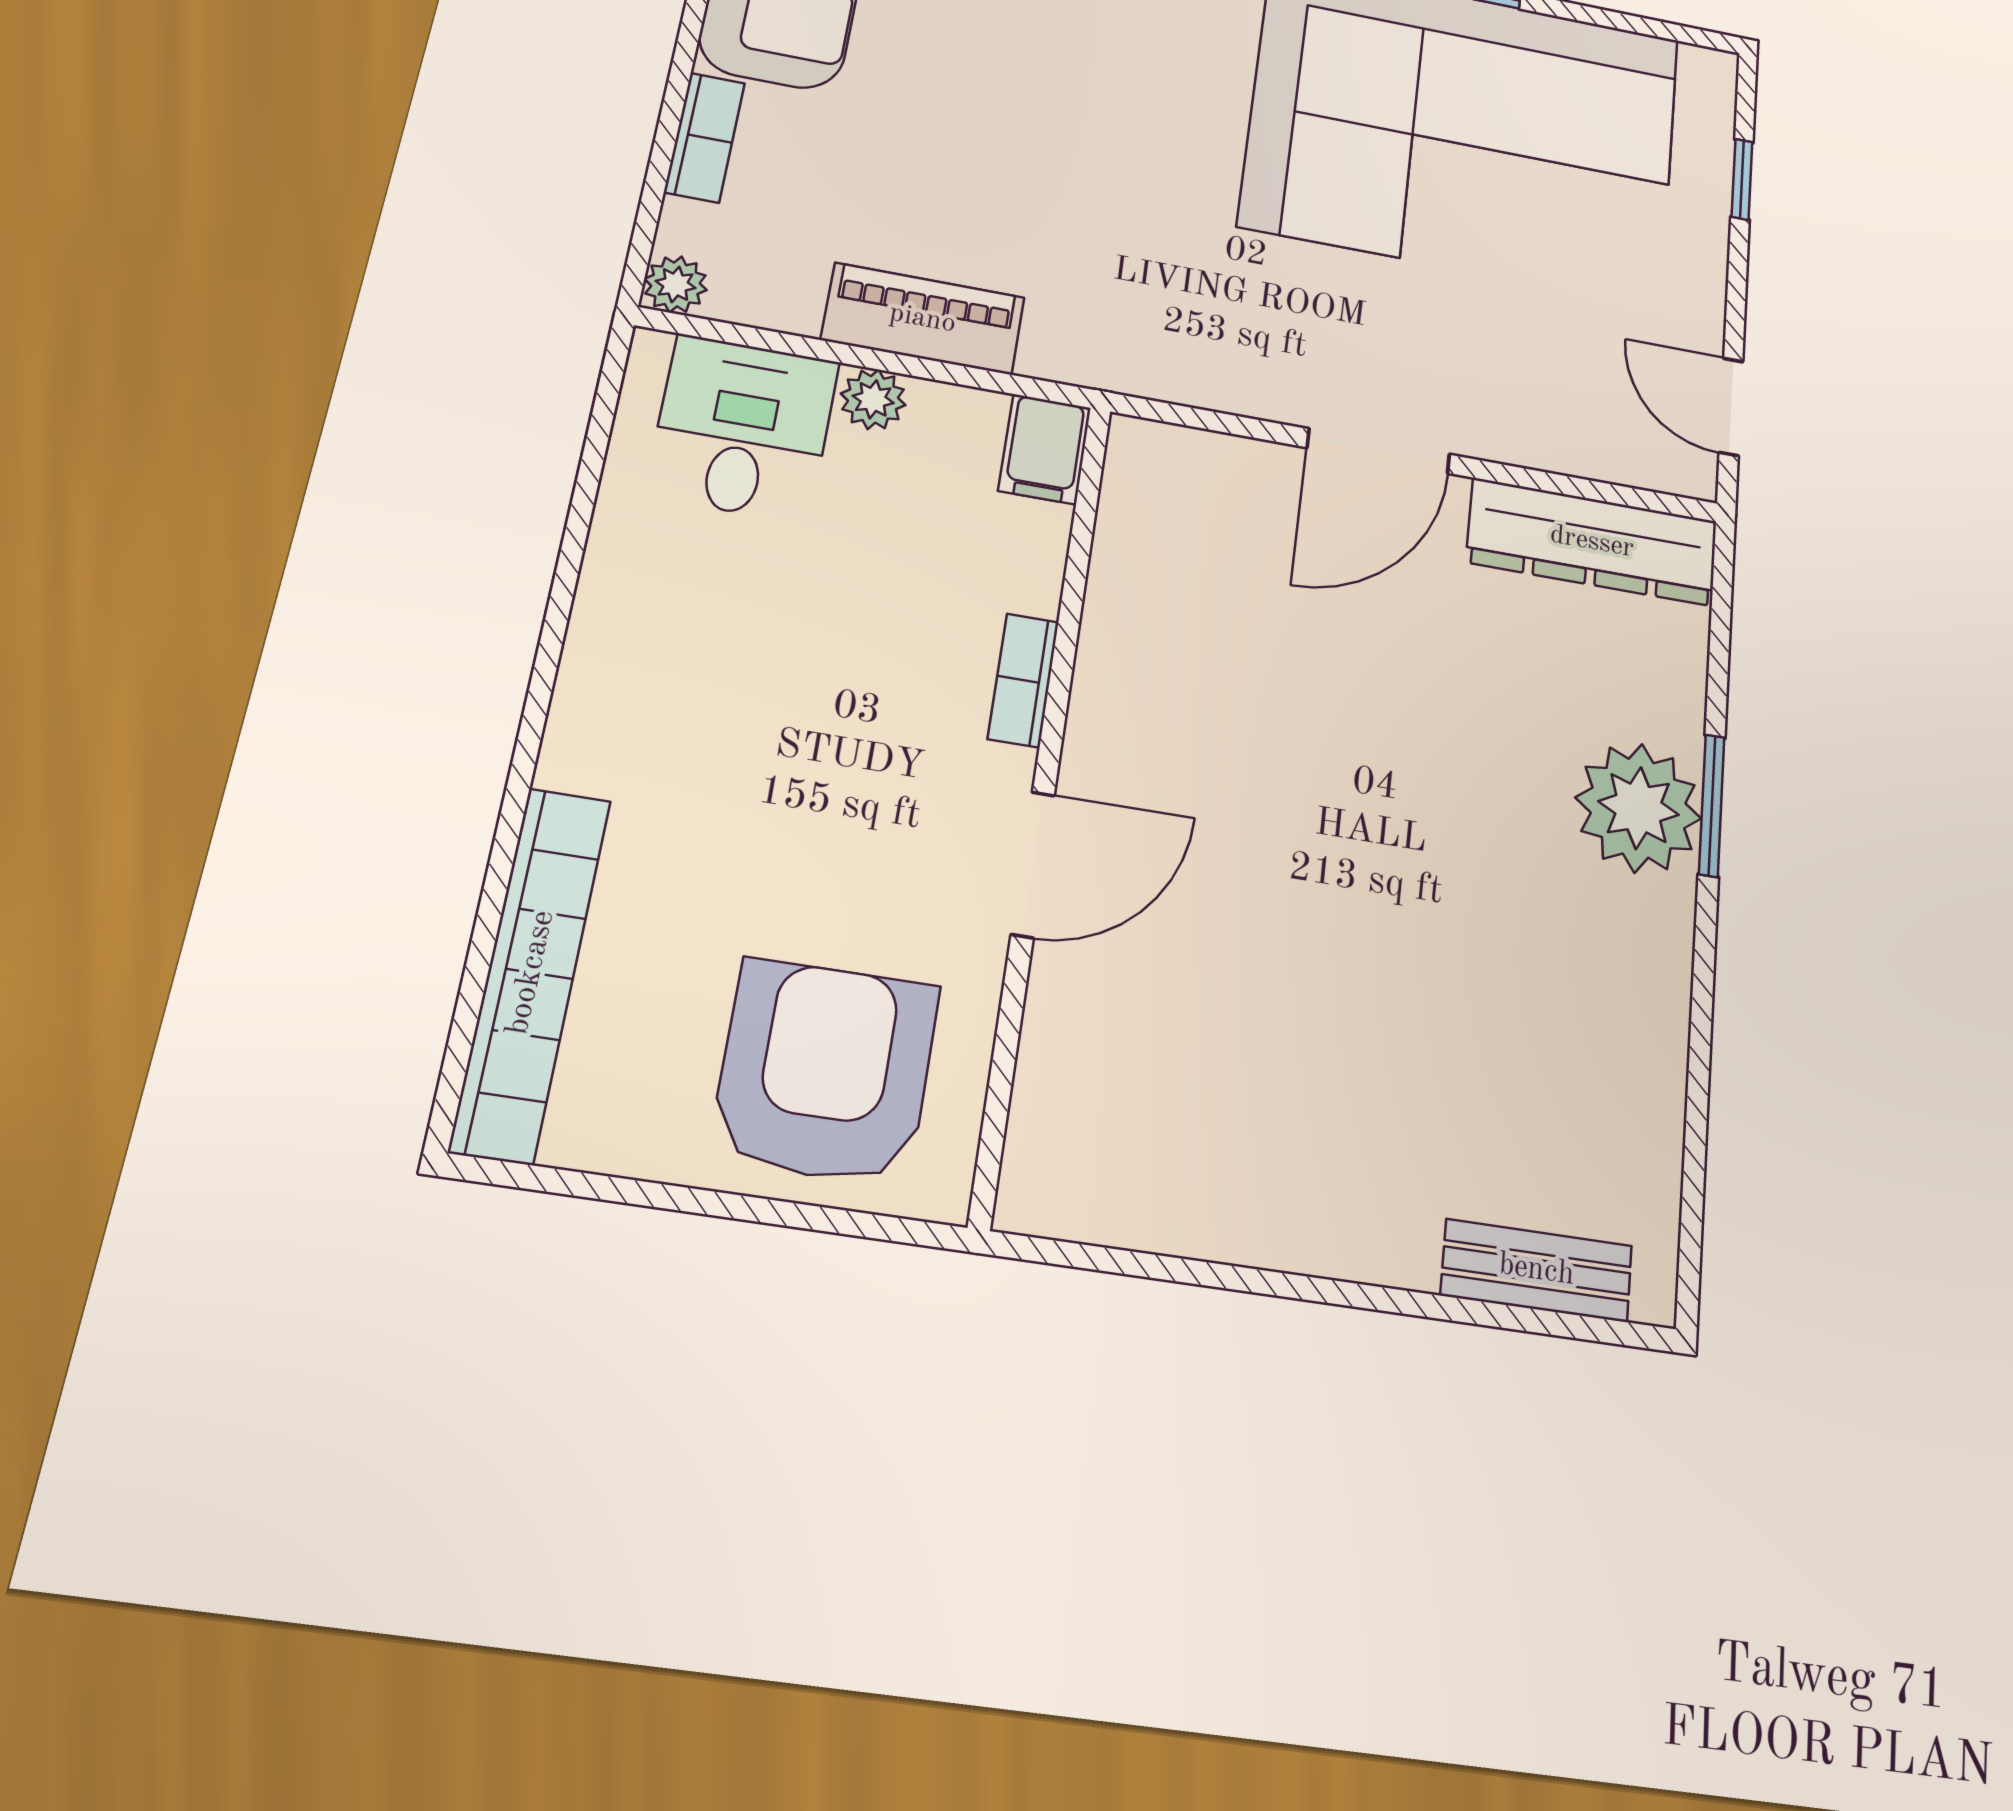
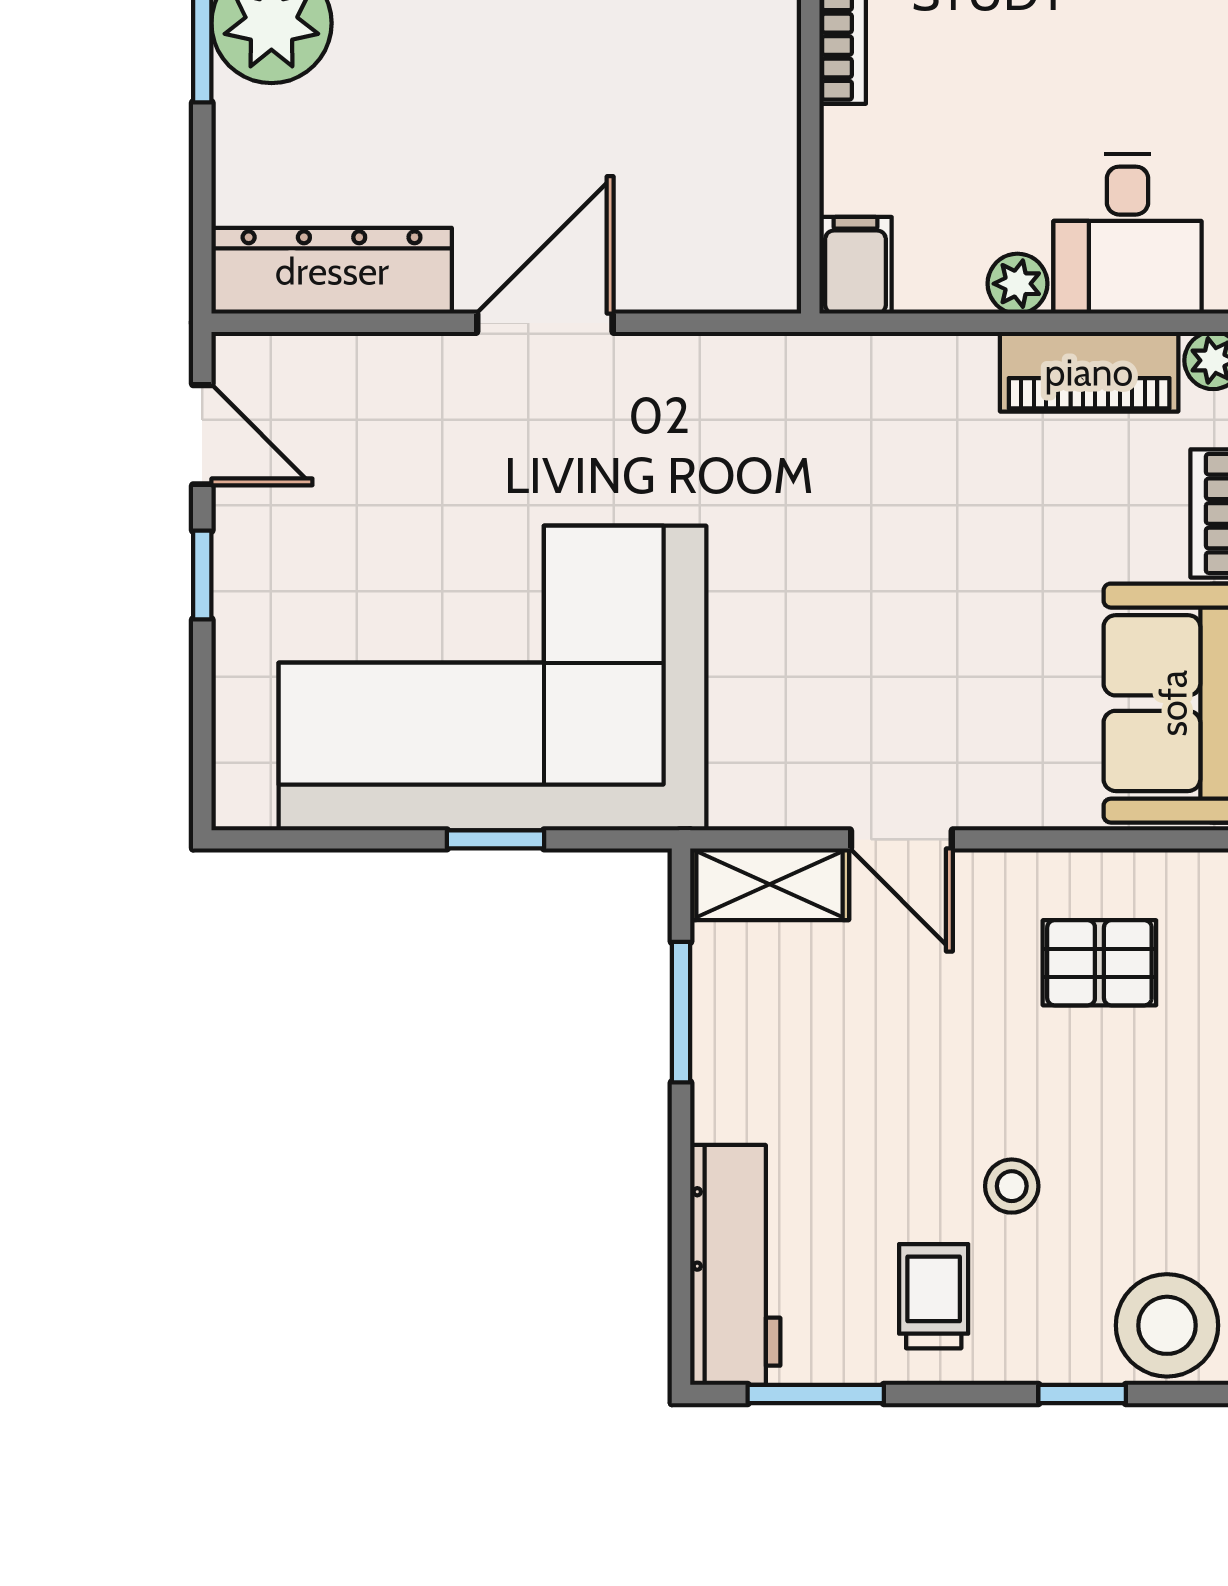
window: (1742, 179) -> (202, 575), moved
piano: (923, 319) -> (1089, 372), moved

